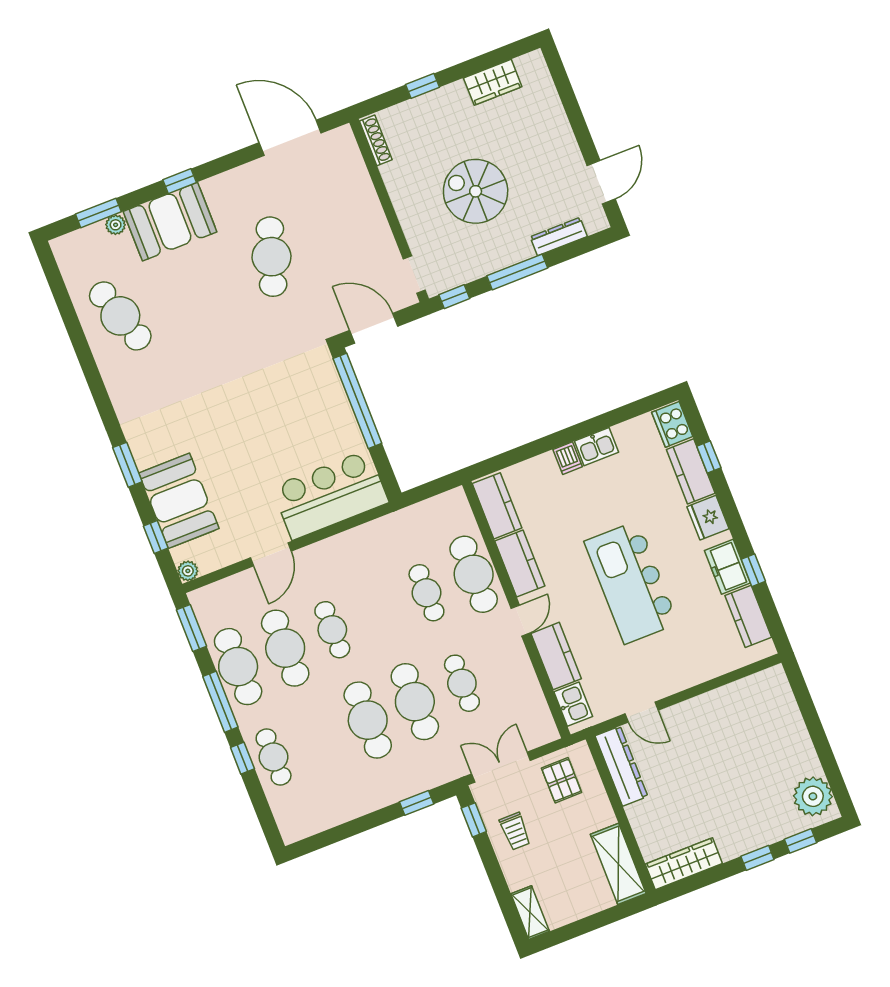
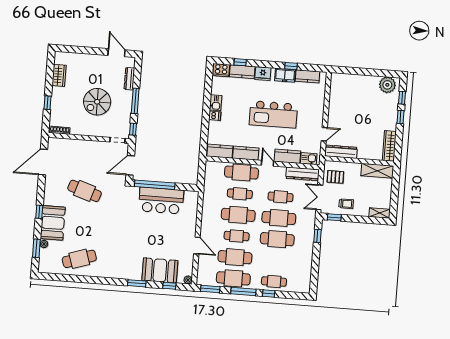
bar counter: (330, 495) -> (161, 201), moved, turned -90
cafe table: (379, 611) -> (238, 215), added
dresser: (534, 707) -> (303, 174), added

